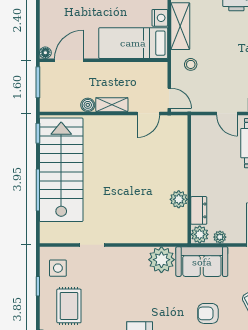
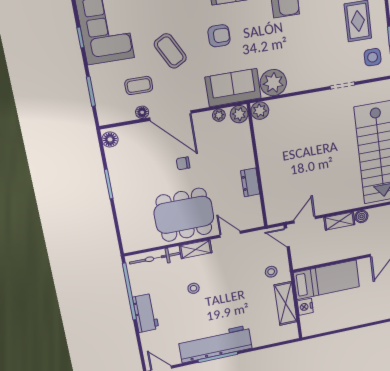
plant: (179, 199) -> (260, 111), moved
dresser: (199, 210) -> (250, 182), moved

